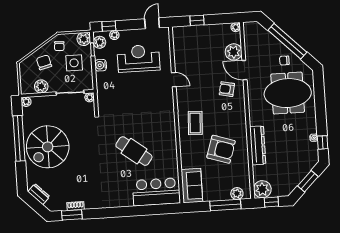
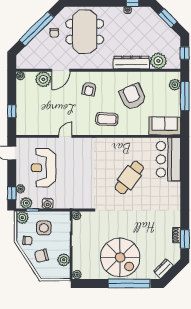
armchair: (227, 89) -> (89, 89), moved
window: (19, 138) -> (129, 283), moved
armchair: (221, 149) -> (133, 97), turned -42
plant: (262, 189) -> (158, 61), moved

